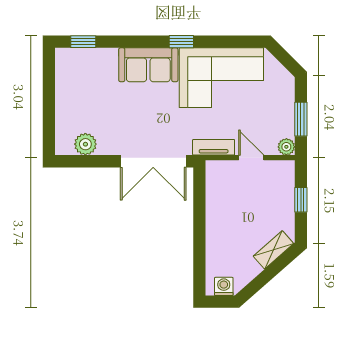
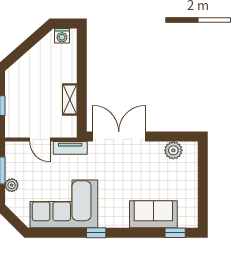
sofa: (148, 65) -> (153, 214), moved
plant: (286, 147) -> (12, 185), moved
shelving: (273, 250) -> (70, 99), moved, turned -49

